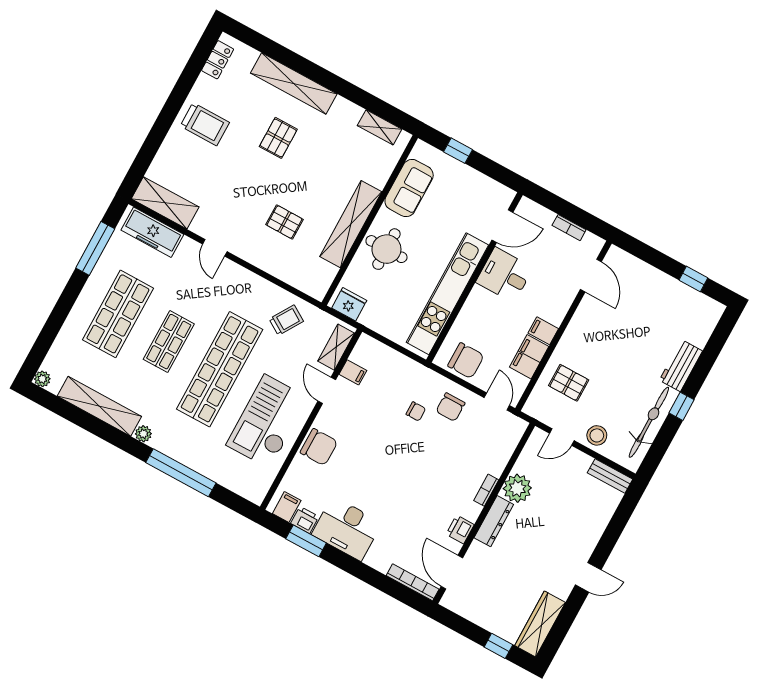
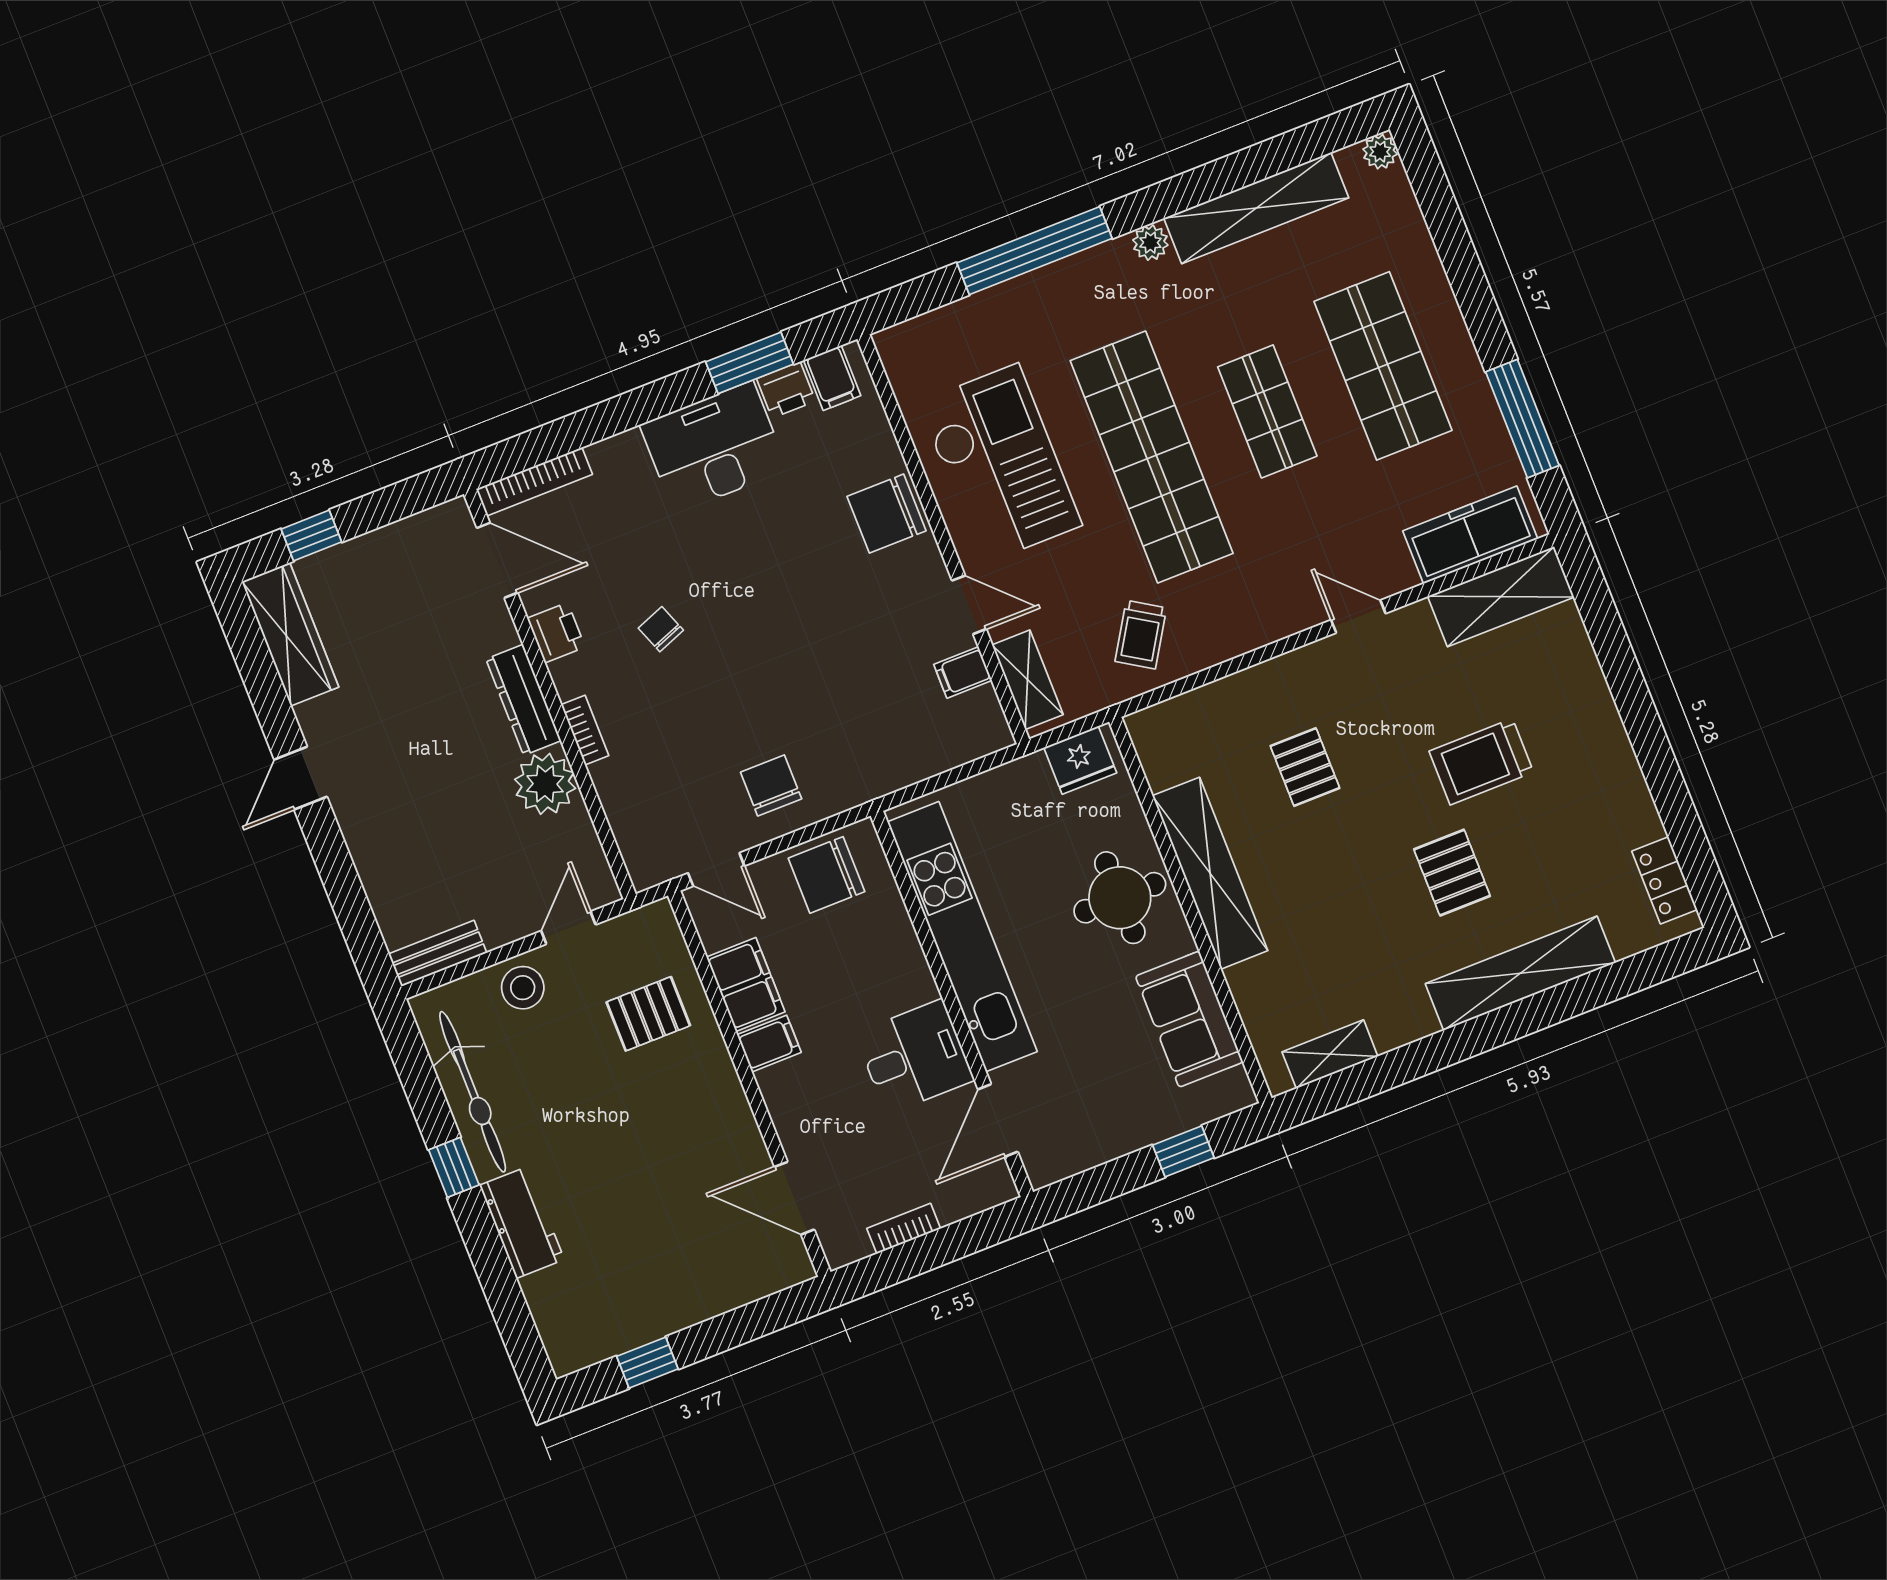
trolley: (205, 124) -> (1481, 762), moved
pallet: (284, 222) -> (1305, 767), turned 90
chair: (416, 411) -> (661, 629), moved, turned 69

